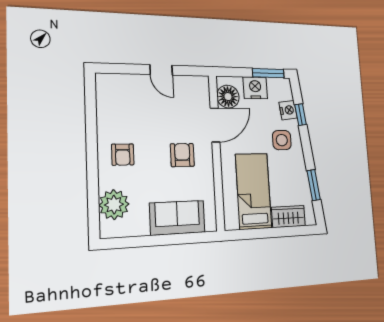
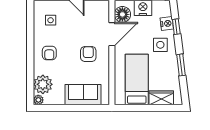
side table: (123, 104) -> (51, 20), added
window: (314, 185) -> (181, 65), moved
plant: (108, 230) -> (38, 100), added

